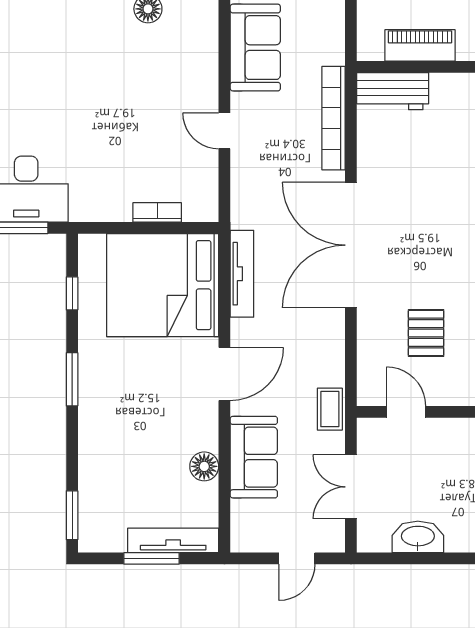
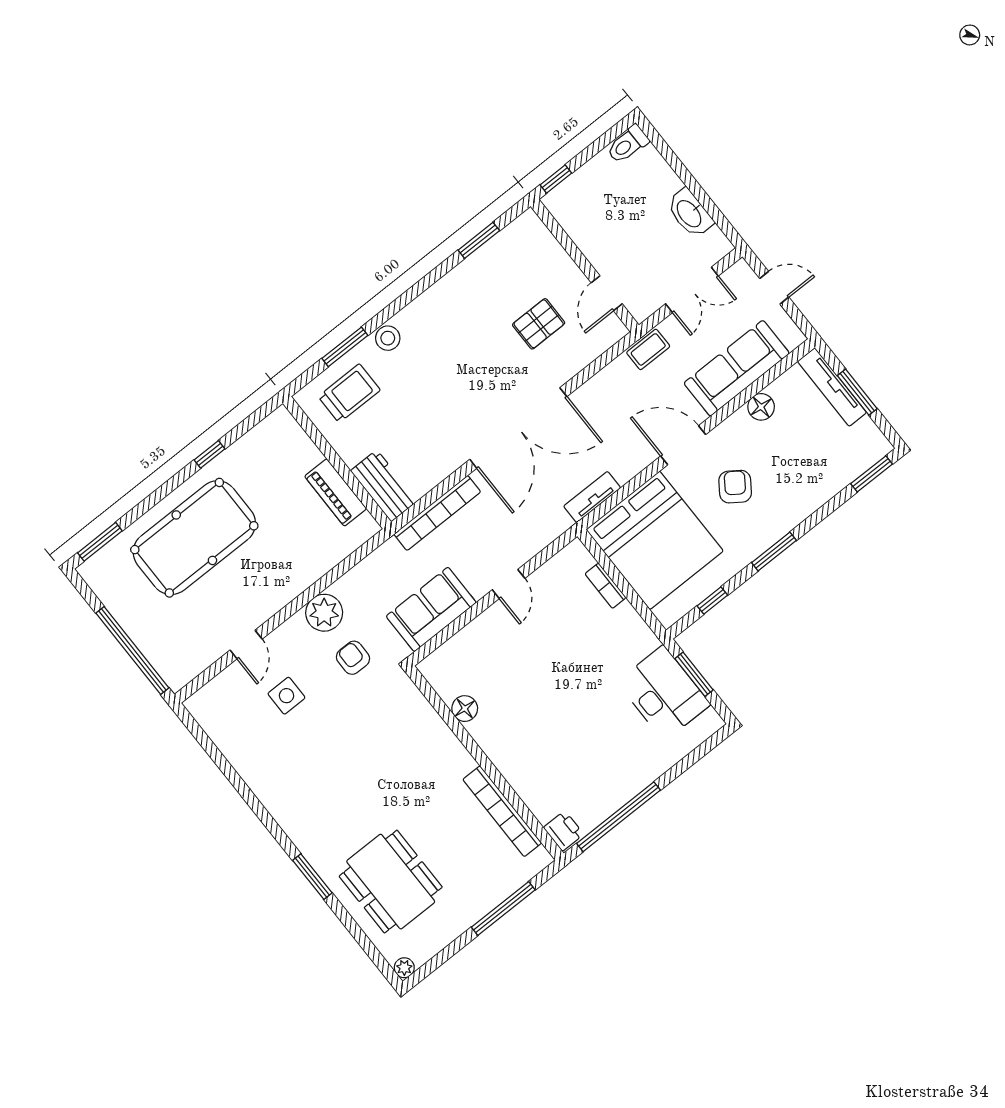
tv unit: (242, 274) -> (592, 497), width x0.71
armchair: (154, 390) -> (735, 487), added
sofa: (254, 457) -> (737, 368), width x1.36

